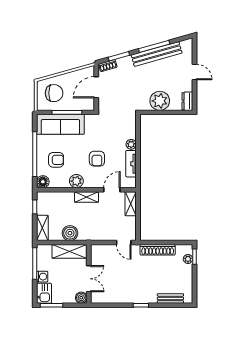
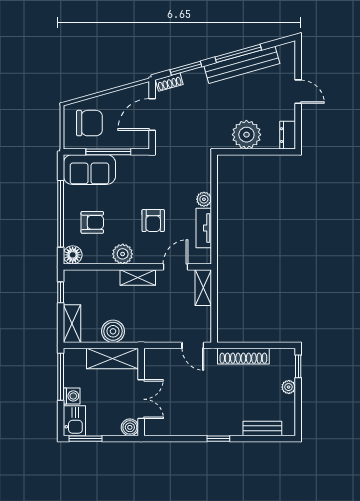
sofa: (60, 124) -> (89, 170), width x0.73
plant: (188, 259) -> (289, 387), moved

